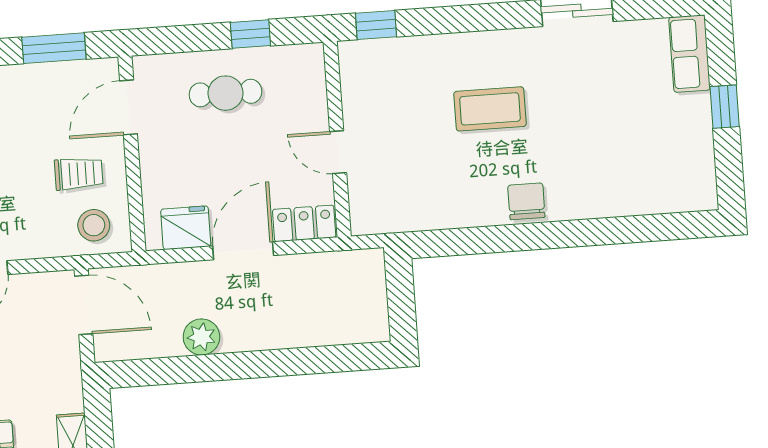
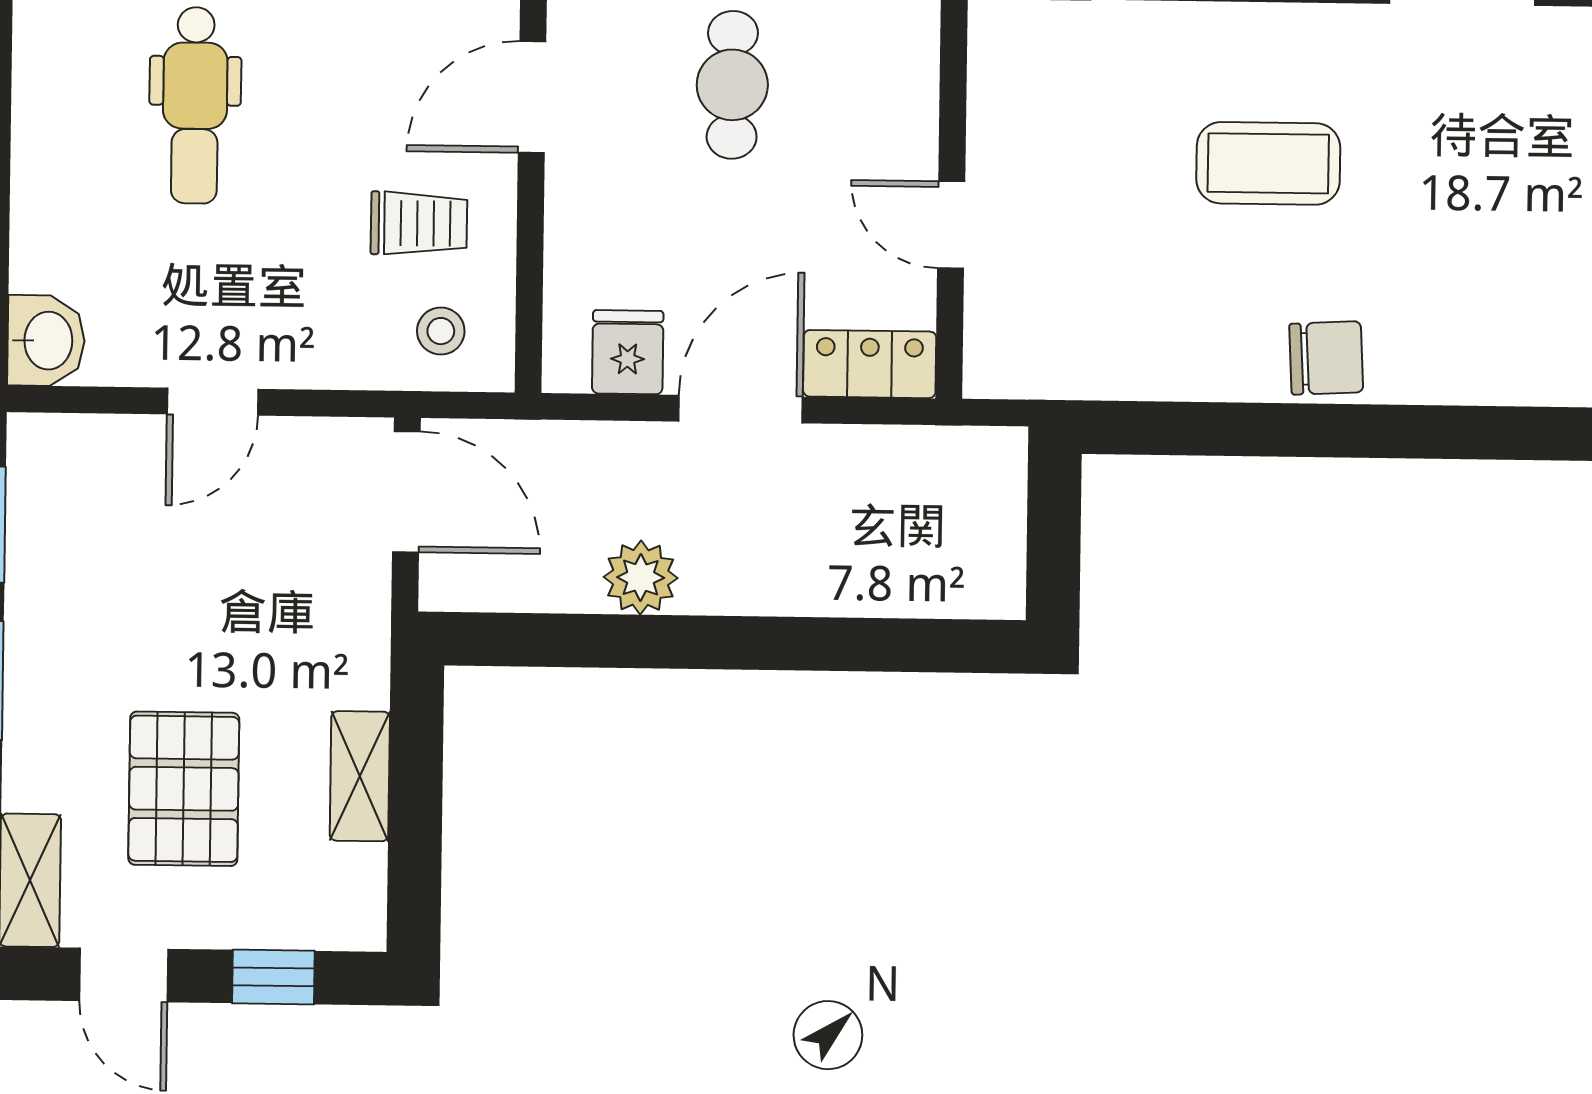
cafe table: (226, 93) -> (732, 85), turned 90
chair: (526, 201) -> (1326, 358), turned 87
stool: (94, 225) -> (441, 331), width x0.73, depth x0.73
fridge: (186, 228) -> (628, 352), width x0.72

